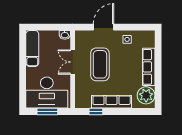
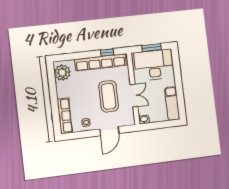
row of seats: (149, 67) -> (65, 116), moved
row of seats: (112, 102) -> (101, 62), width x1.36

